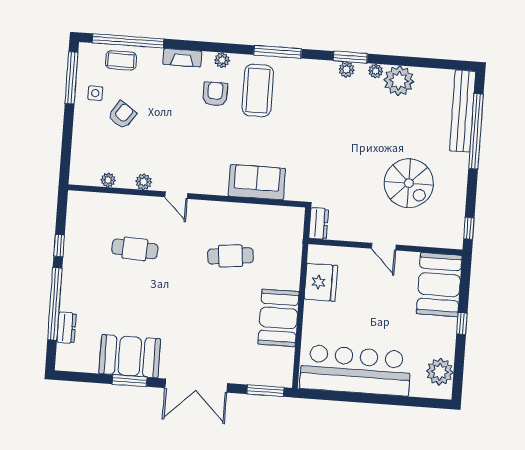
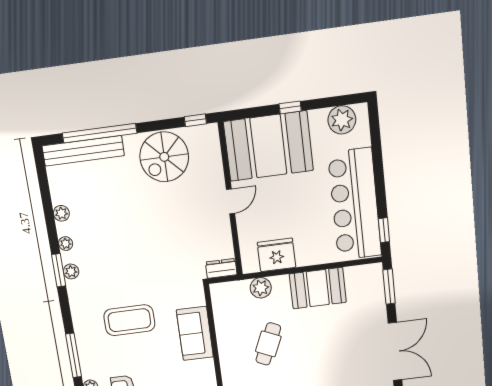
window: (278, 52) -> (73, 355), moved
plant: (399, 81) -> (61, 213), width x0.53, depth x0.53
coffee table: (258, 91) -> (129, 320), moved
spiral stairs: (409, 183) -> (164, 157), moved, turned 180
cafe table: (230, 256) -> (268, 344), turned 30
plant: (291, 260) -> (261, 288), added
booth: (439, 285) -> (268, 146), width x1.36, depth x1.42
window: (324, 395) -> (384, 230), added

